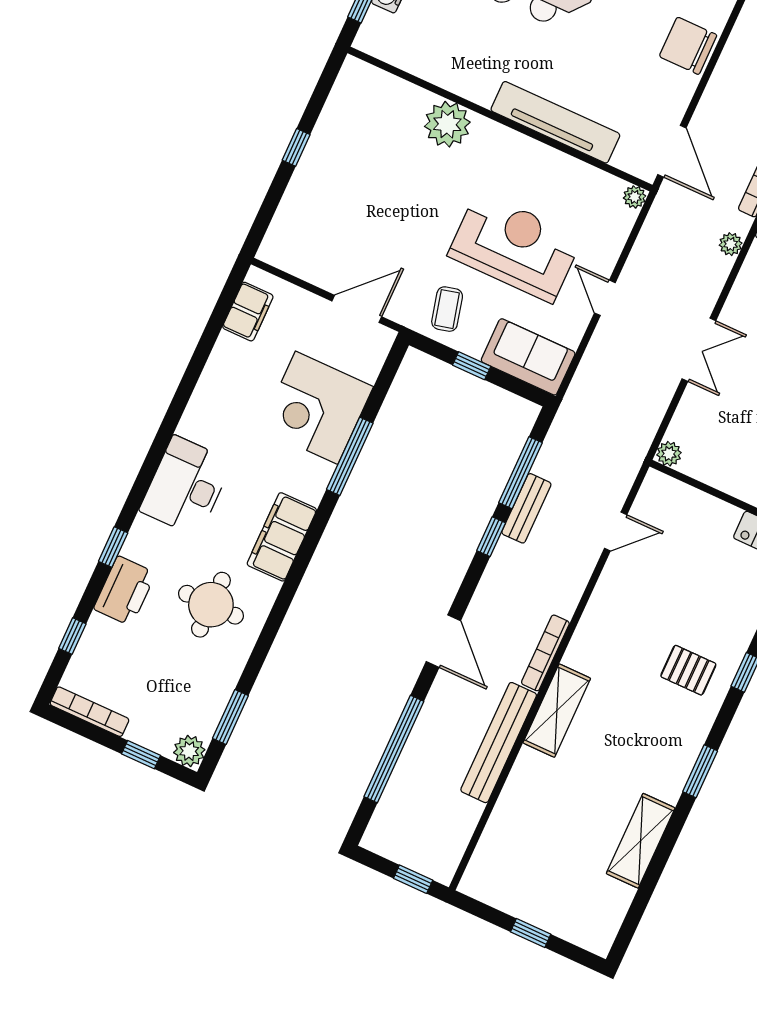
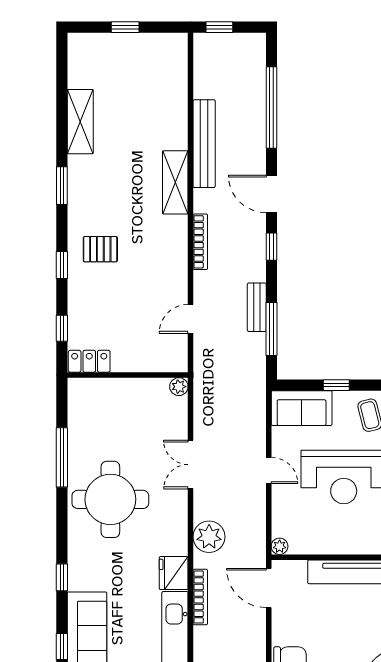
plant: (731, 244) -> (209, 537), width x1.88, depth x1.88
window: (491, 537) -> (271, 247), moved
bookcase: (545, 653) -> (200, 242), moved

